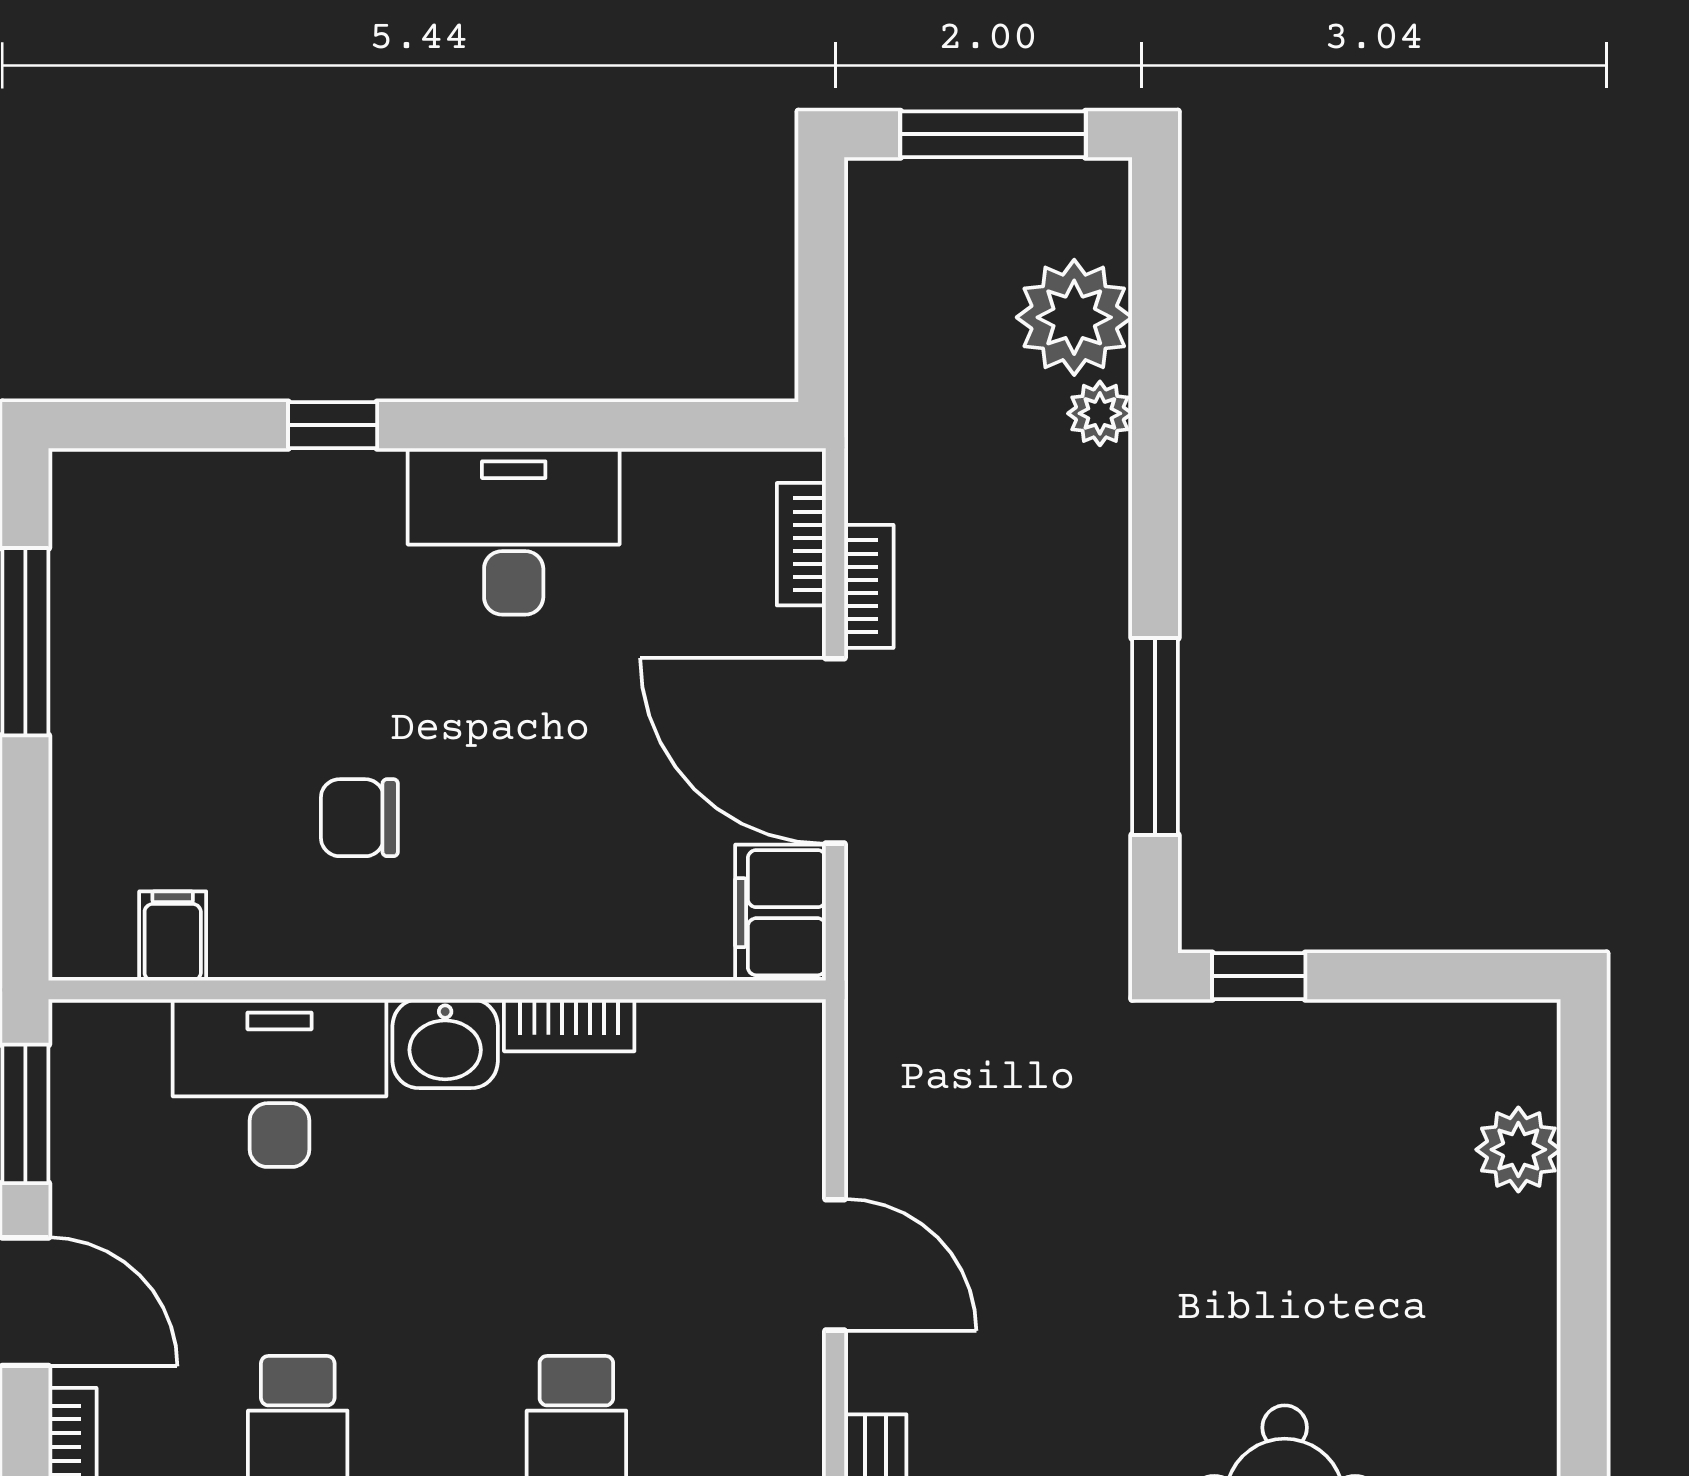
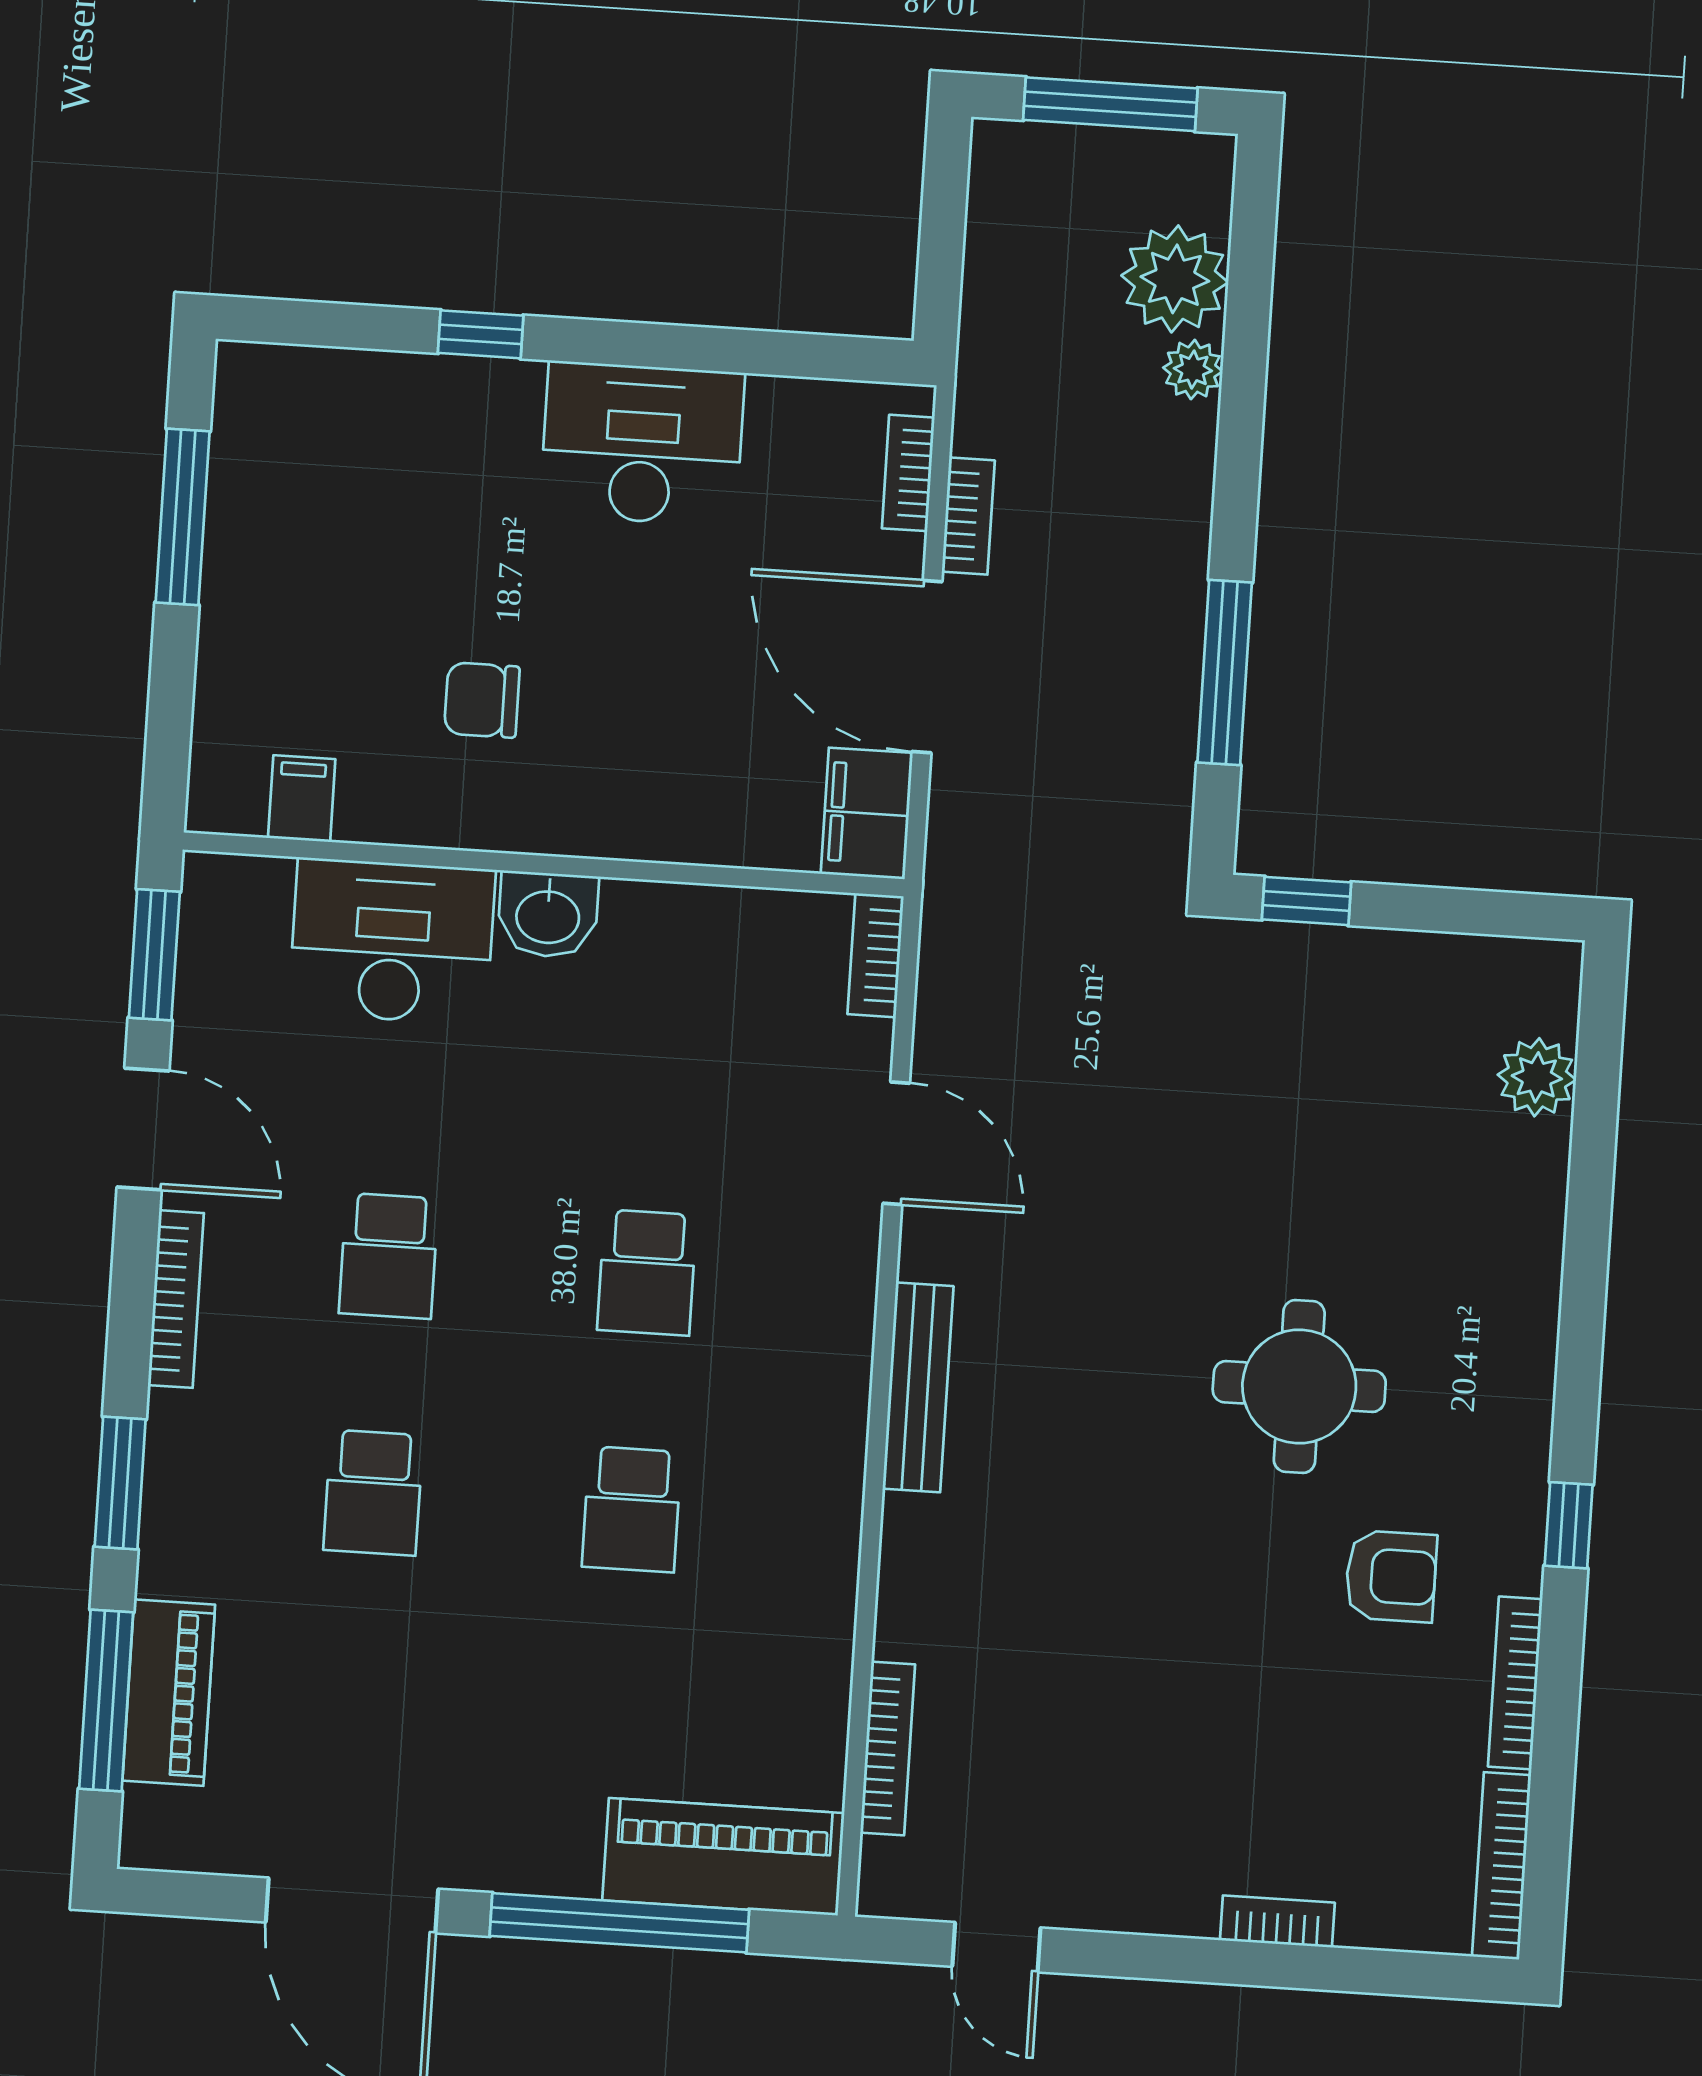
bookcase: (569, 1025) -> (876, 955), moved, turned 90

